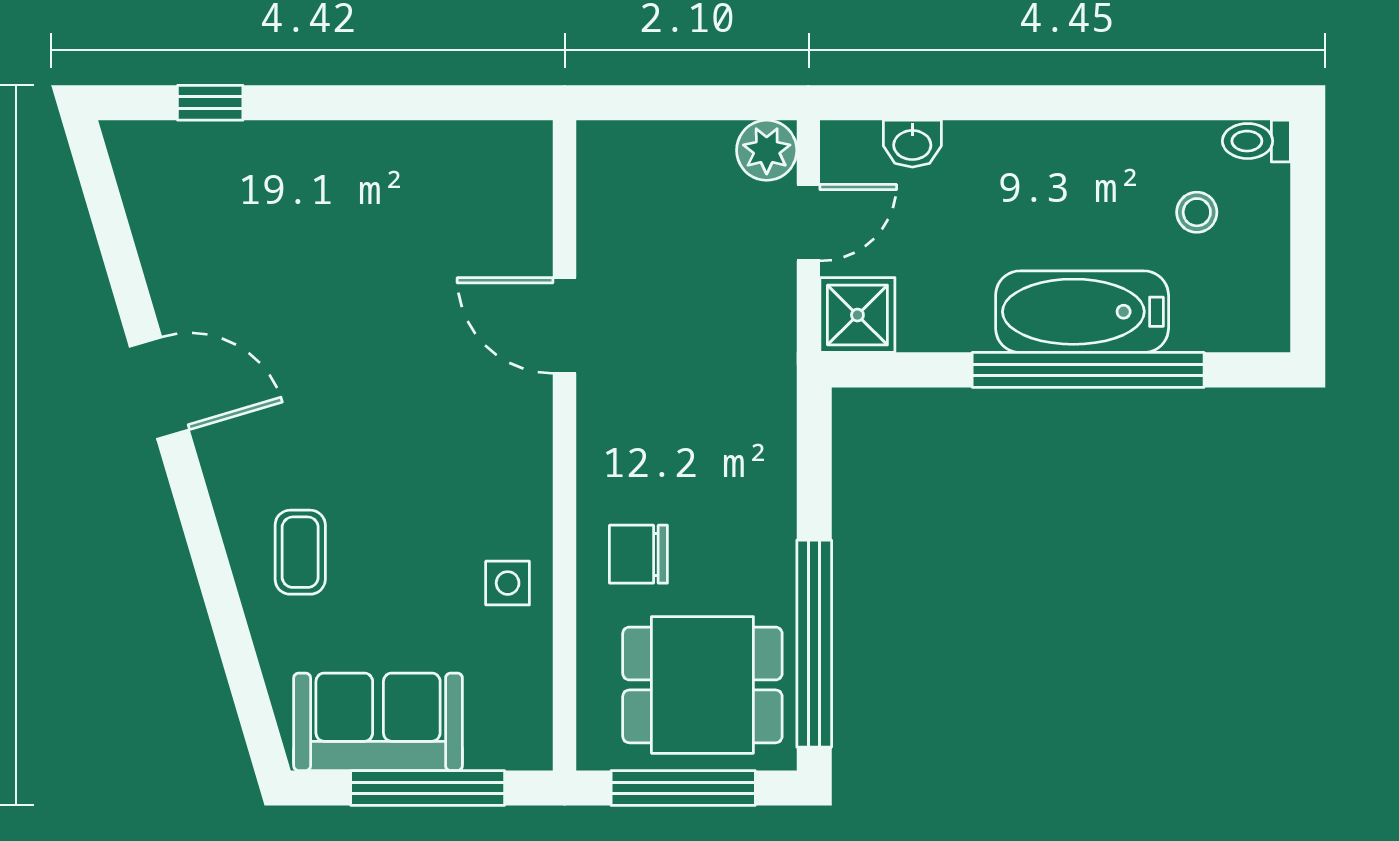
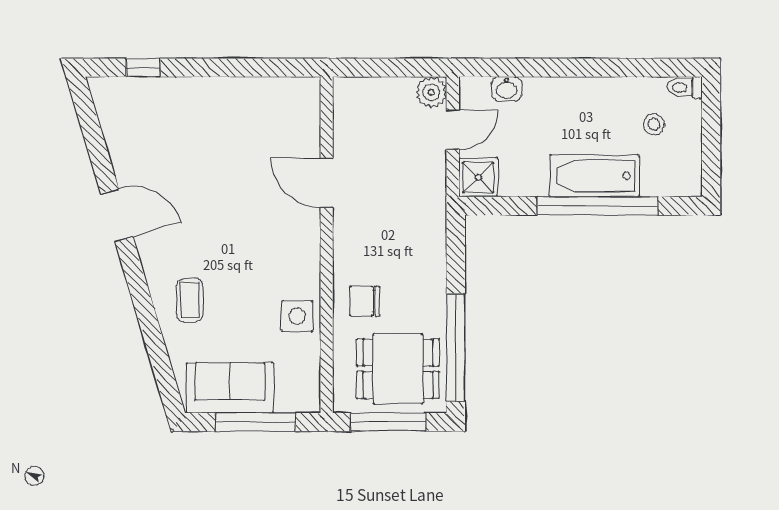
side table: (508, 583) -> (297, 316), width x1.37, depth x1.37

